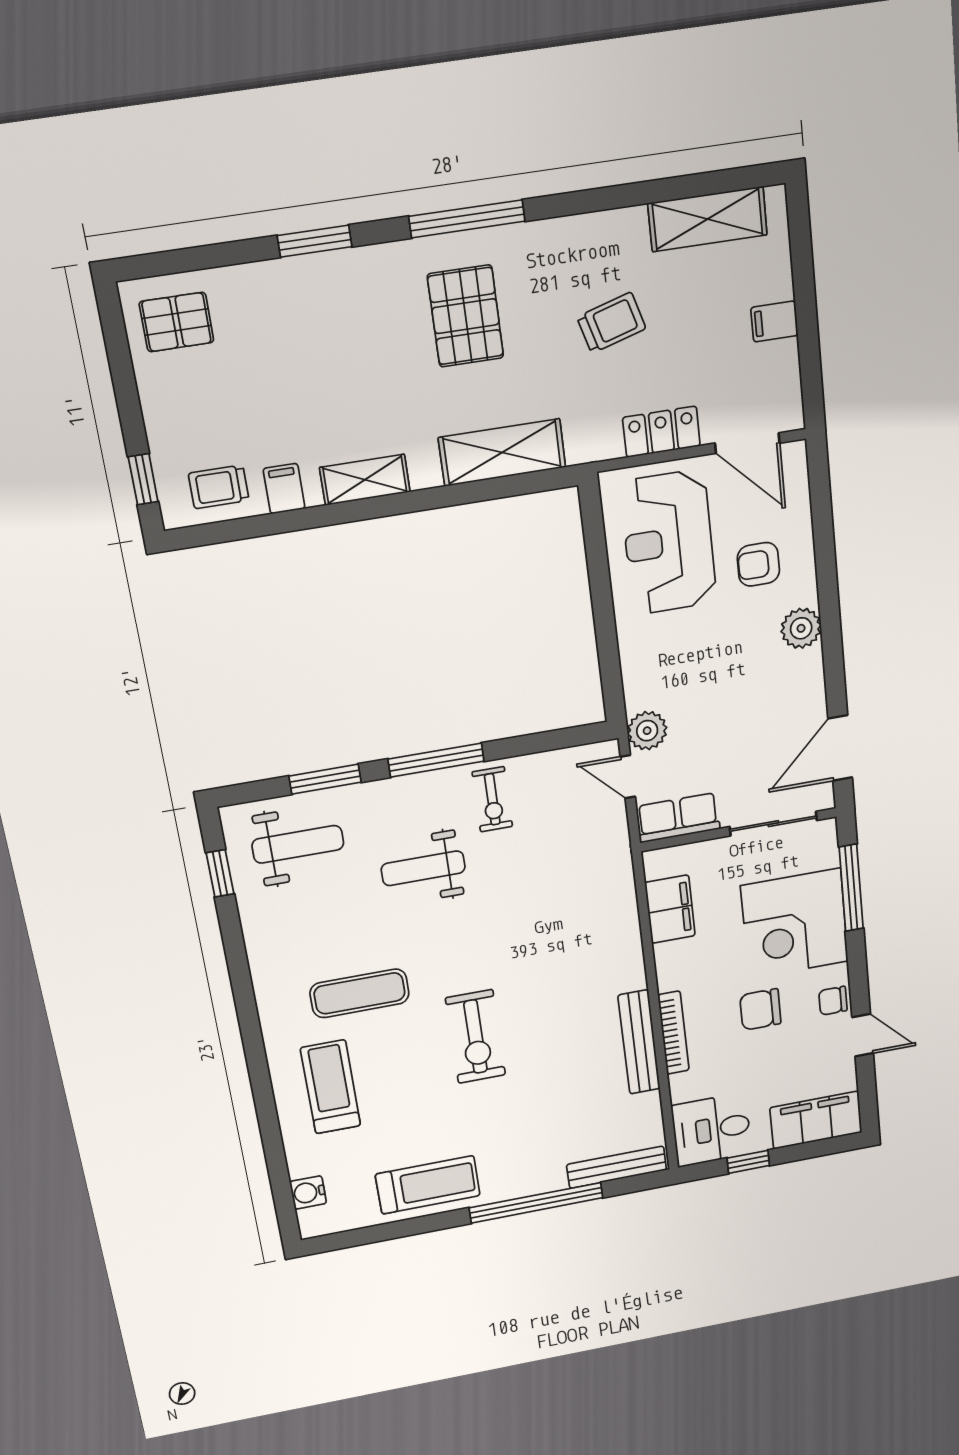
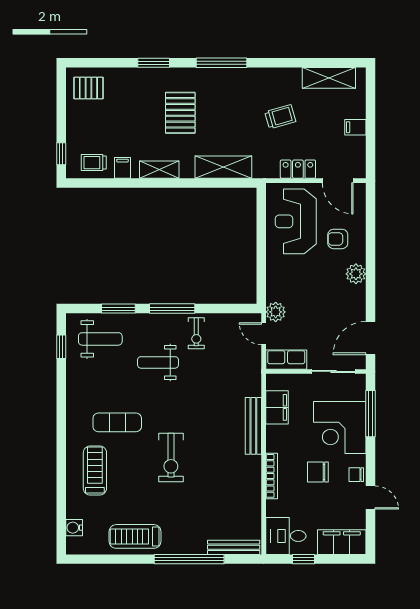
pallet: (466, 316) -> (180, 113), moved
bench: (639, 1042) -> (253, 426), moved
treadmill: (428, 1185) -> (135, 536), turned 180

